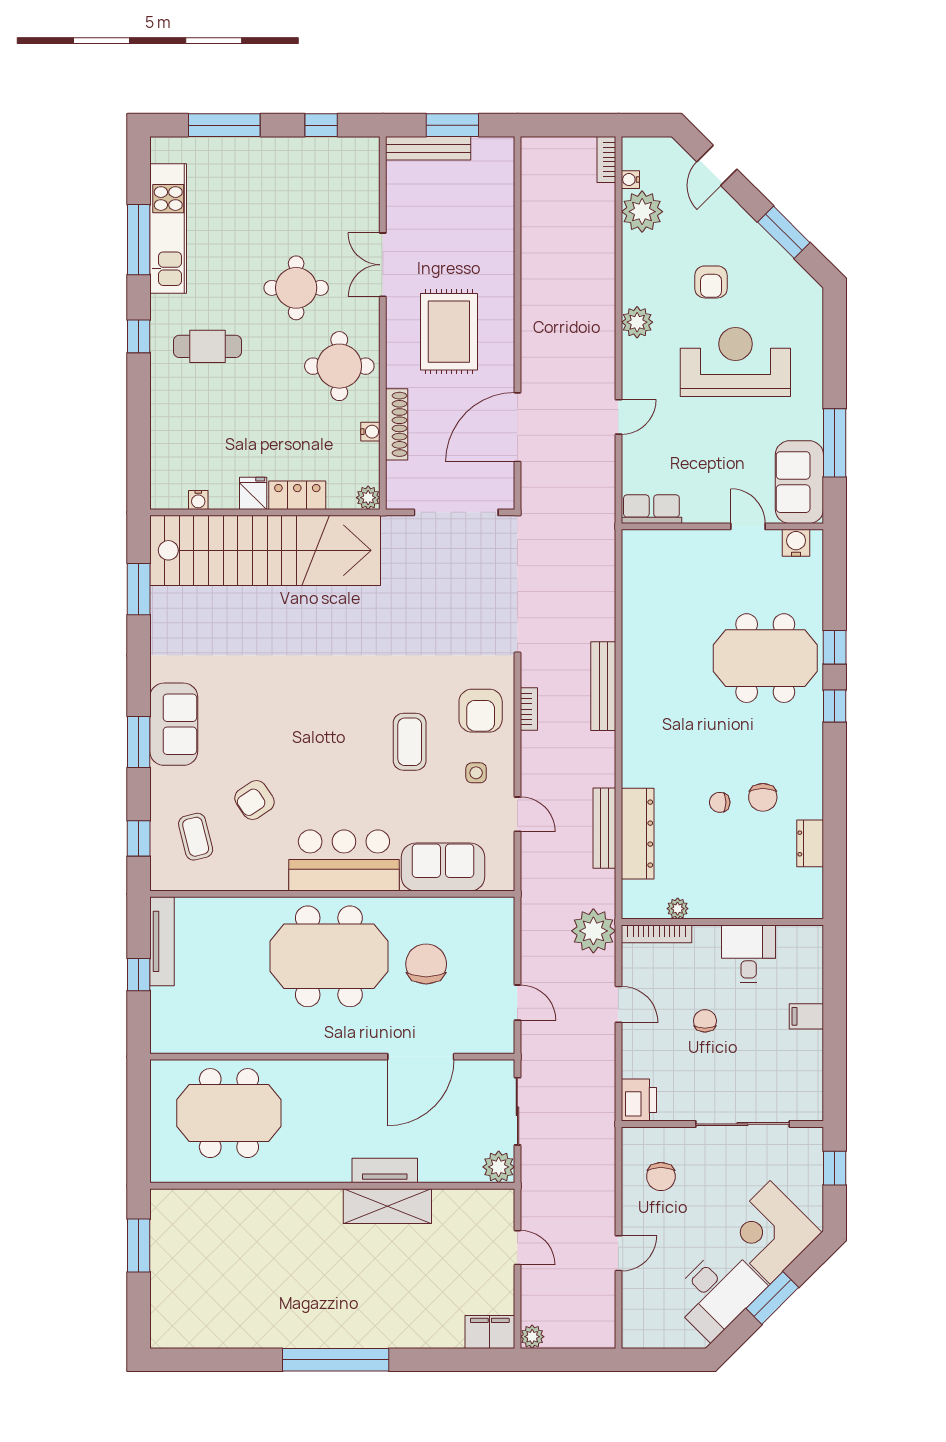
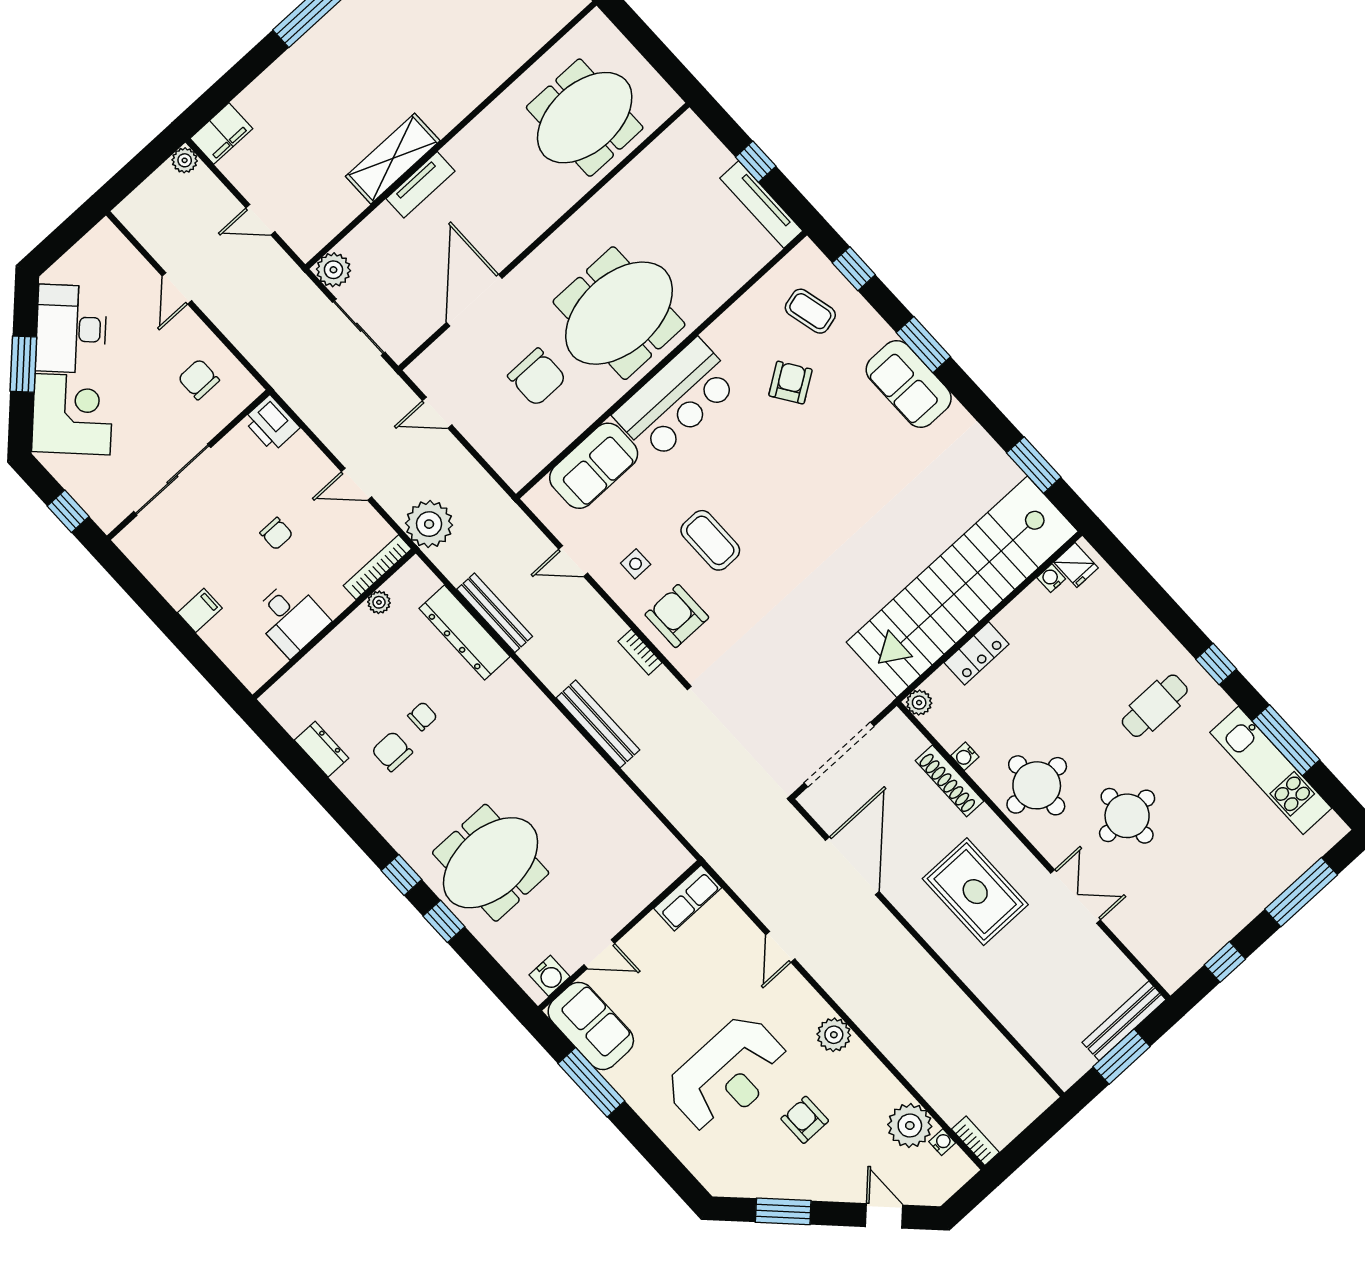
fridge: (253, 493) -> (1076, 565), moved

